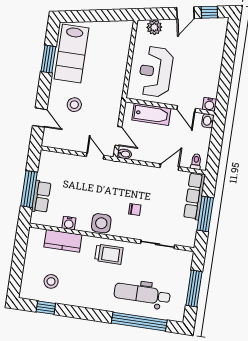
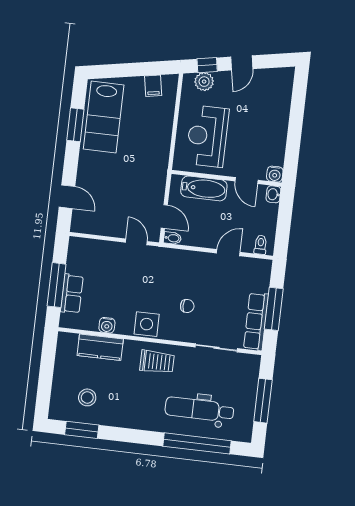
window: (209, 12) -> (207, 65), moved
filing cabinet: (113, 29) -> (153, 86), added
stool: (74, 105) -> (109, 180), removed
row of seats: (195, 196) -> (256, 321), moved
window: (46, 308) -> (82, 430), width x1.50

